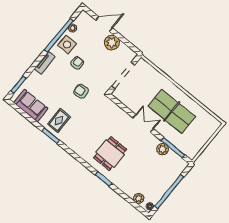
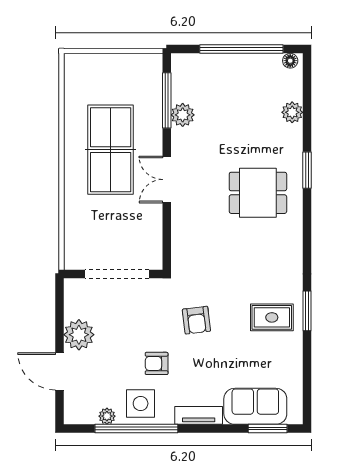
sofa: (31, 106) -> (255, 406), moved, turned 90
plant: (139, 198) -> (292, 112), moved

